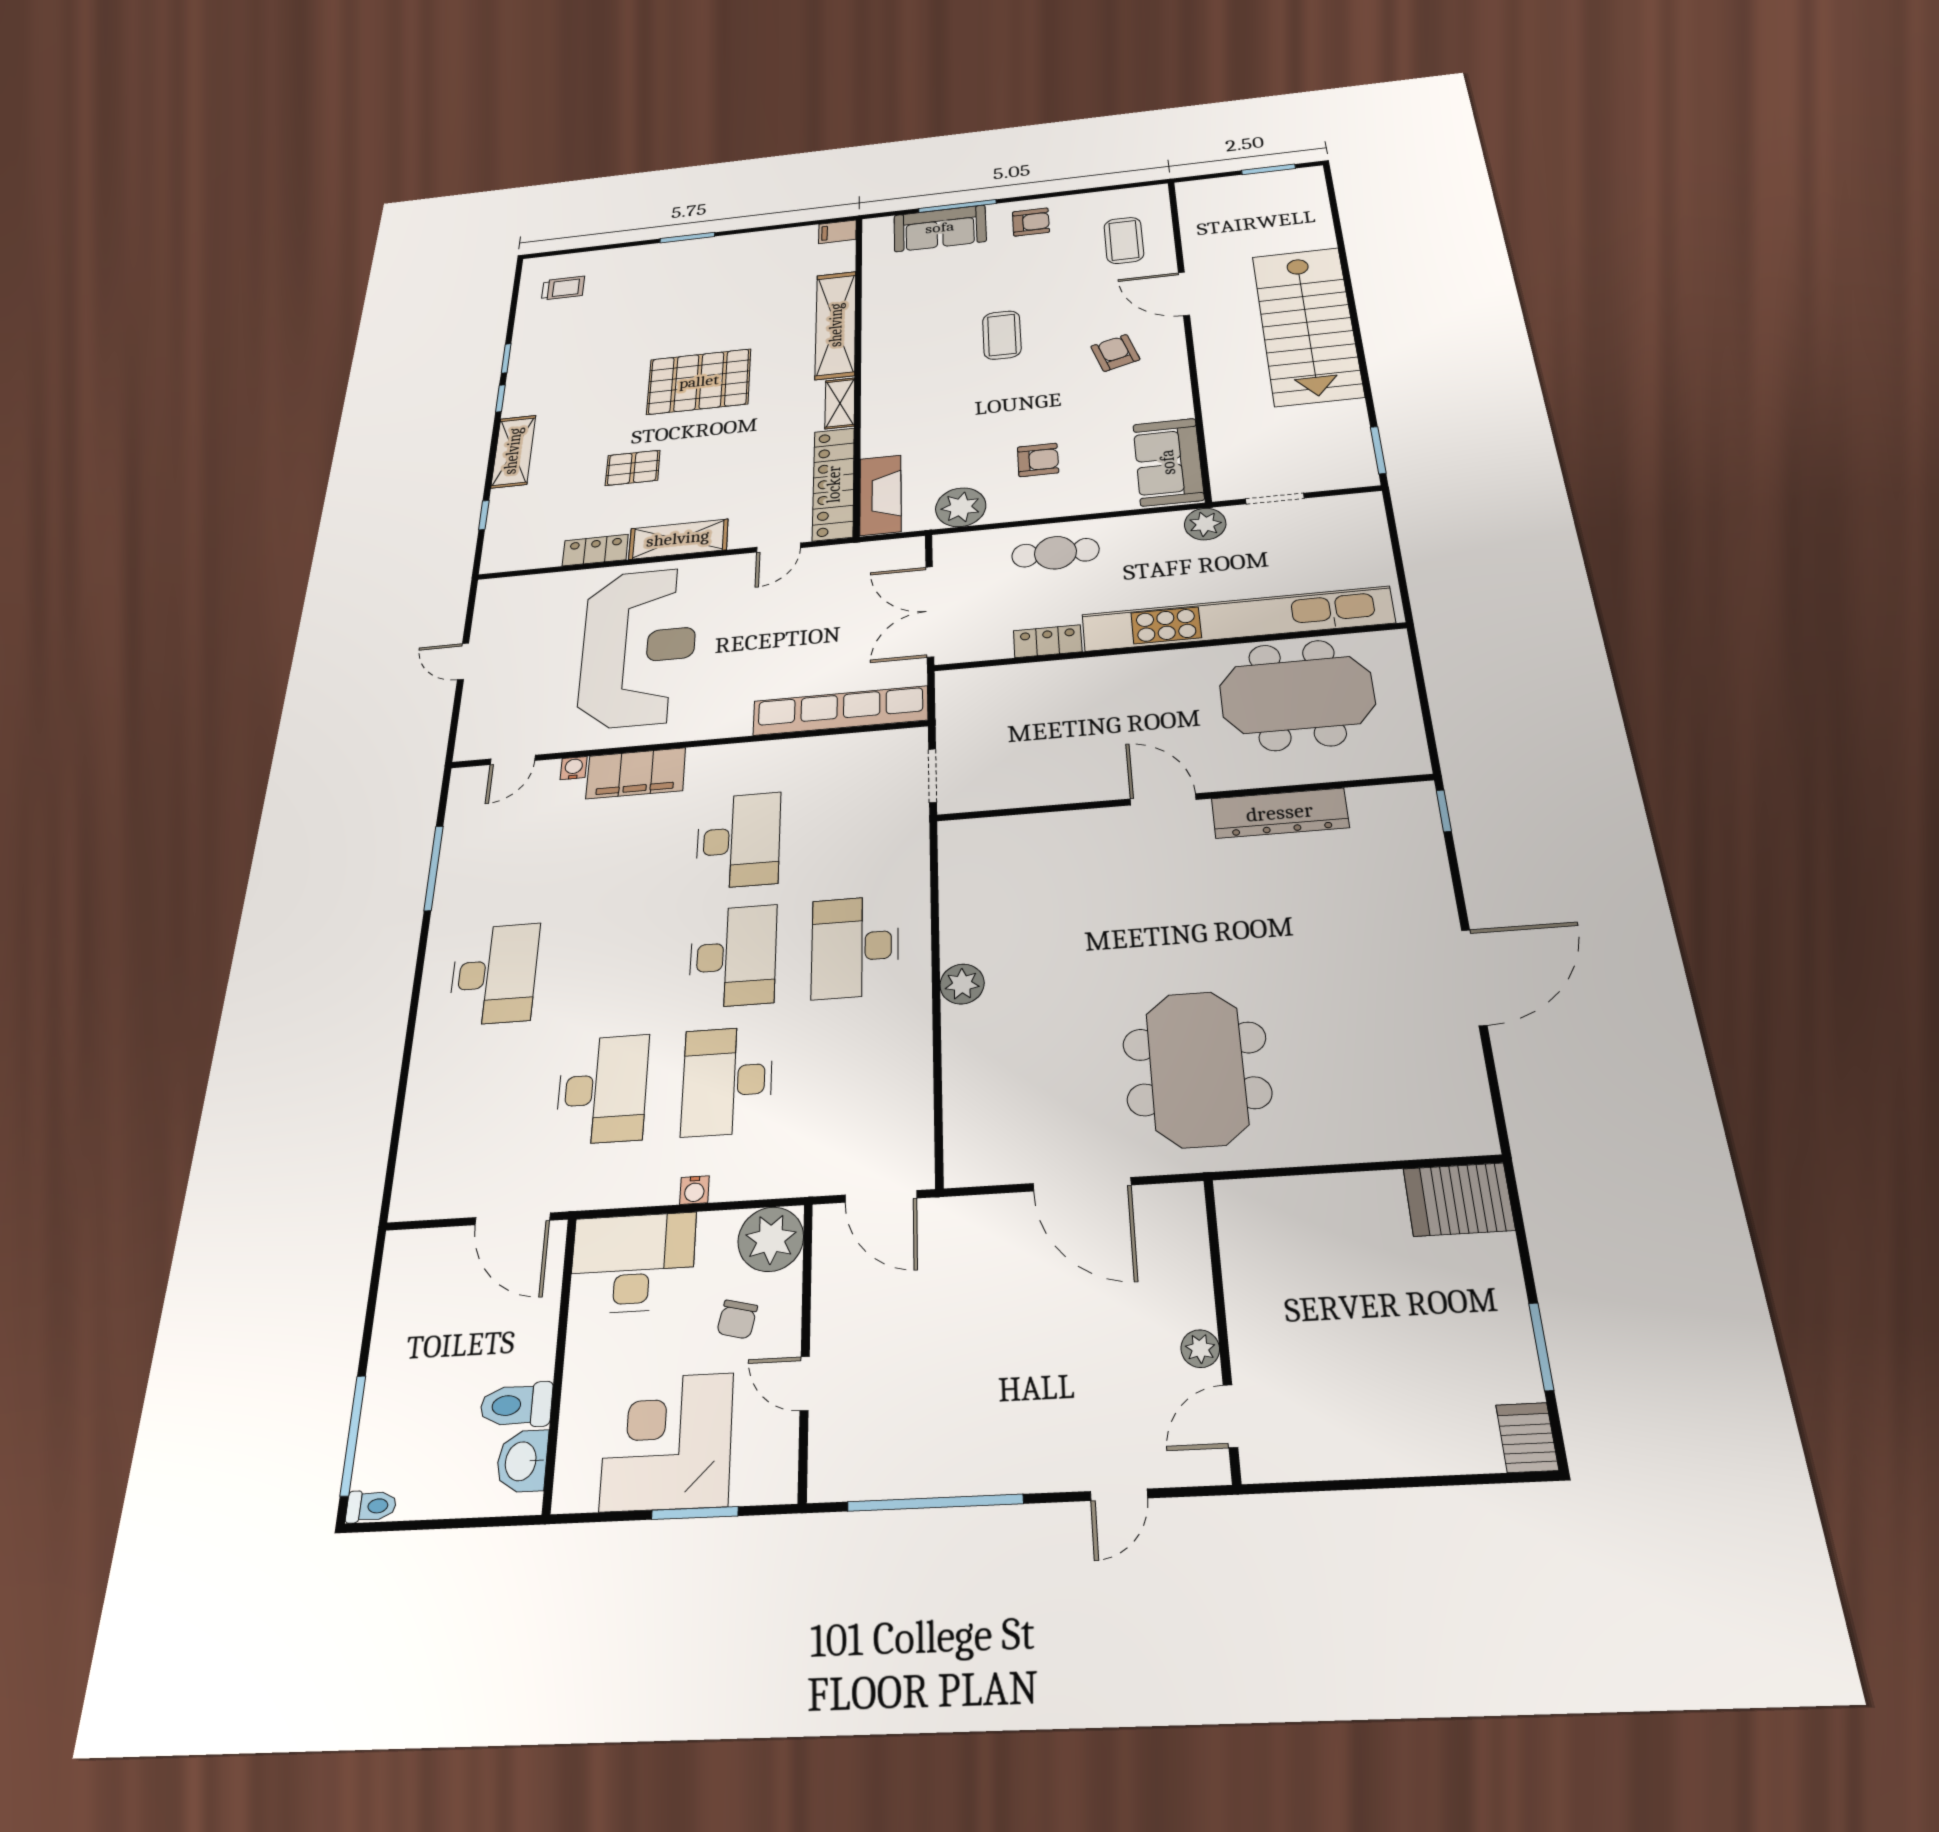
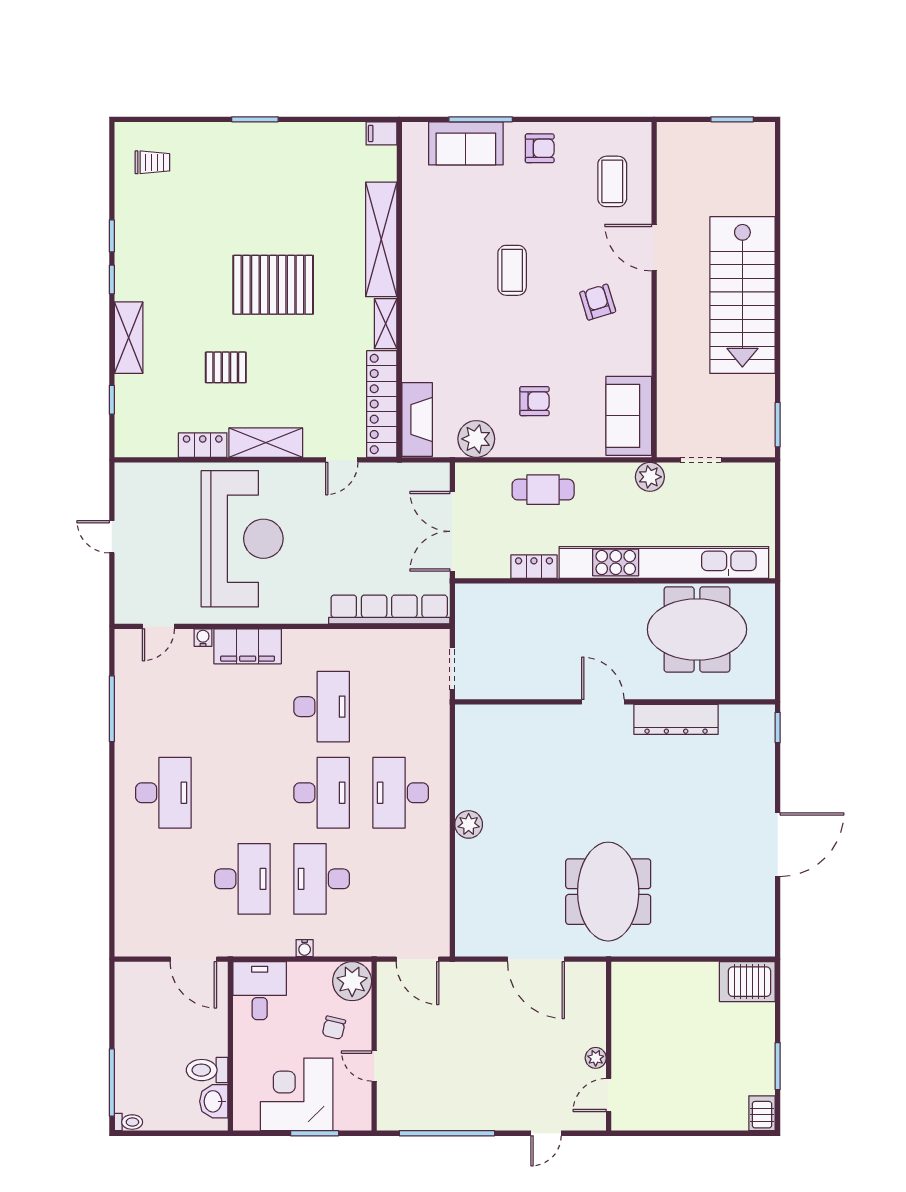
desk: (633, 1263) -> (260, 991), width x0.73

